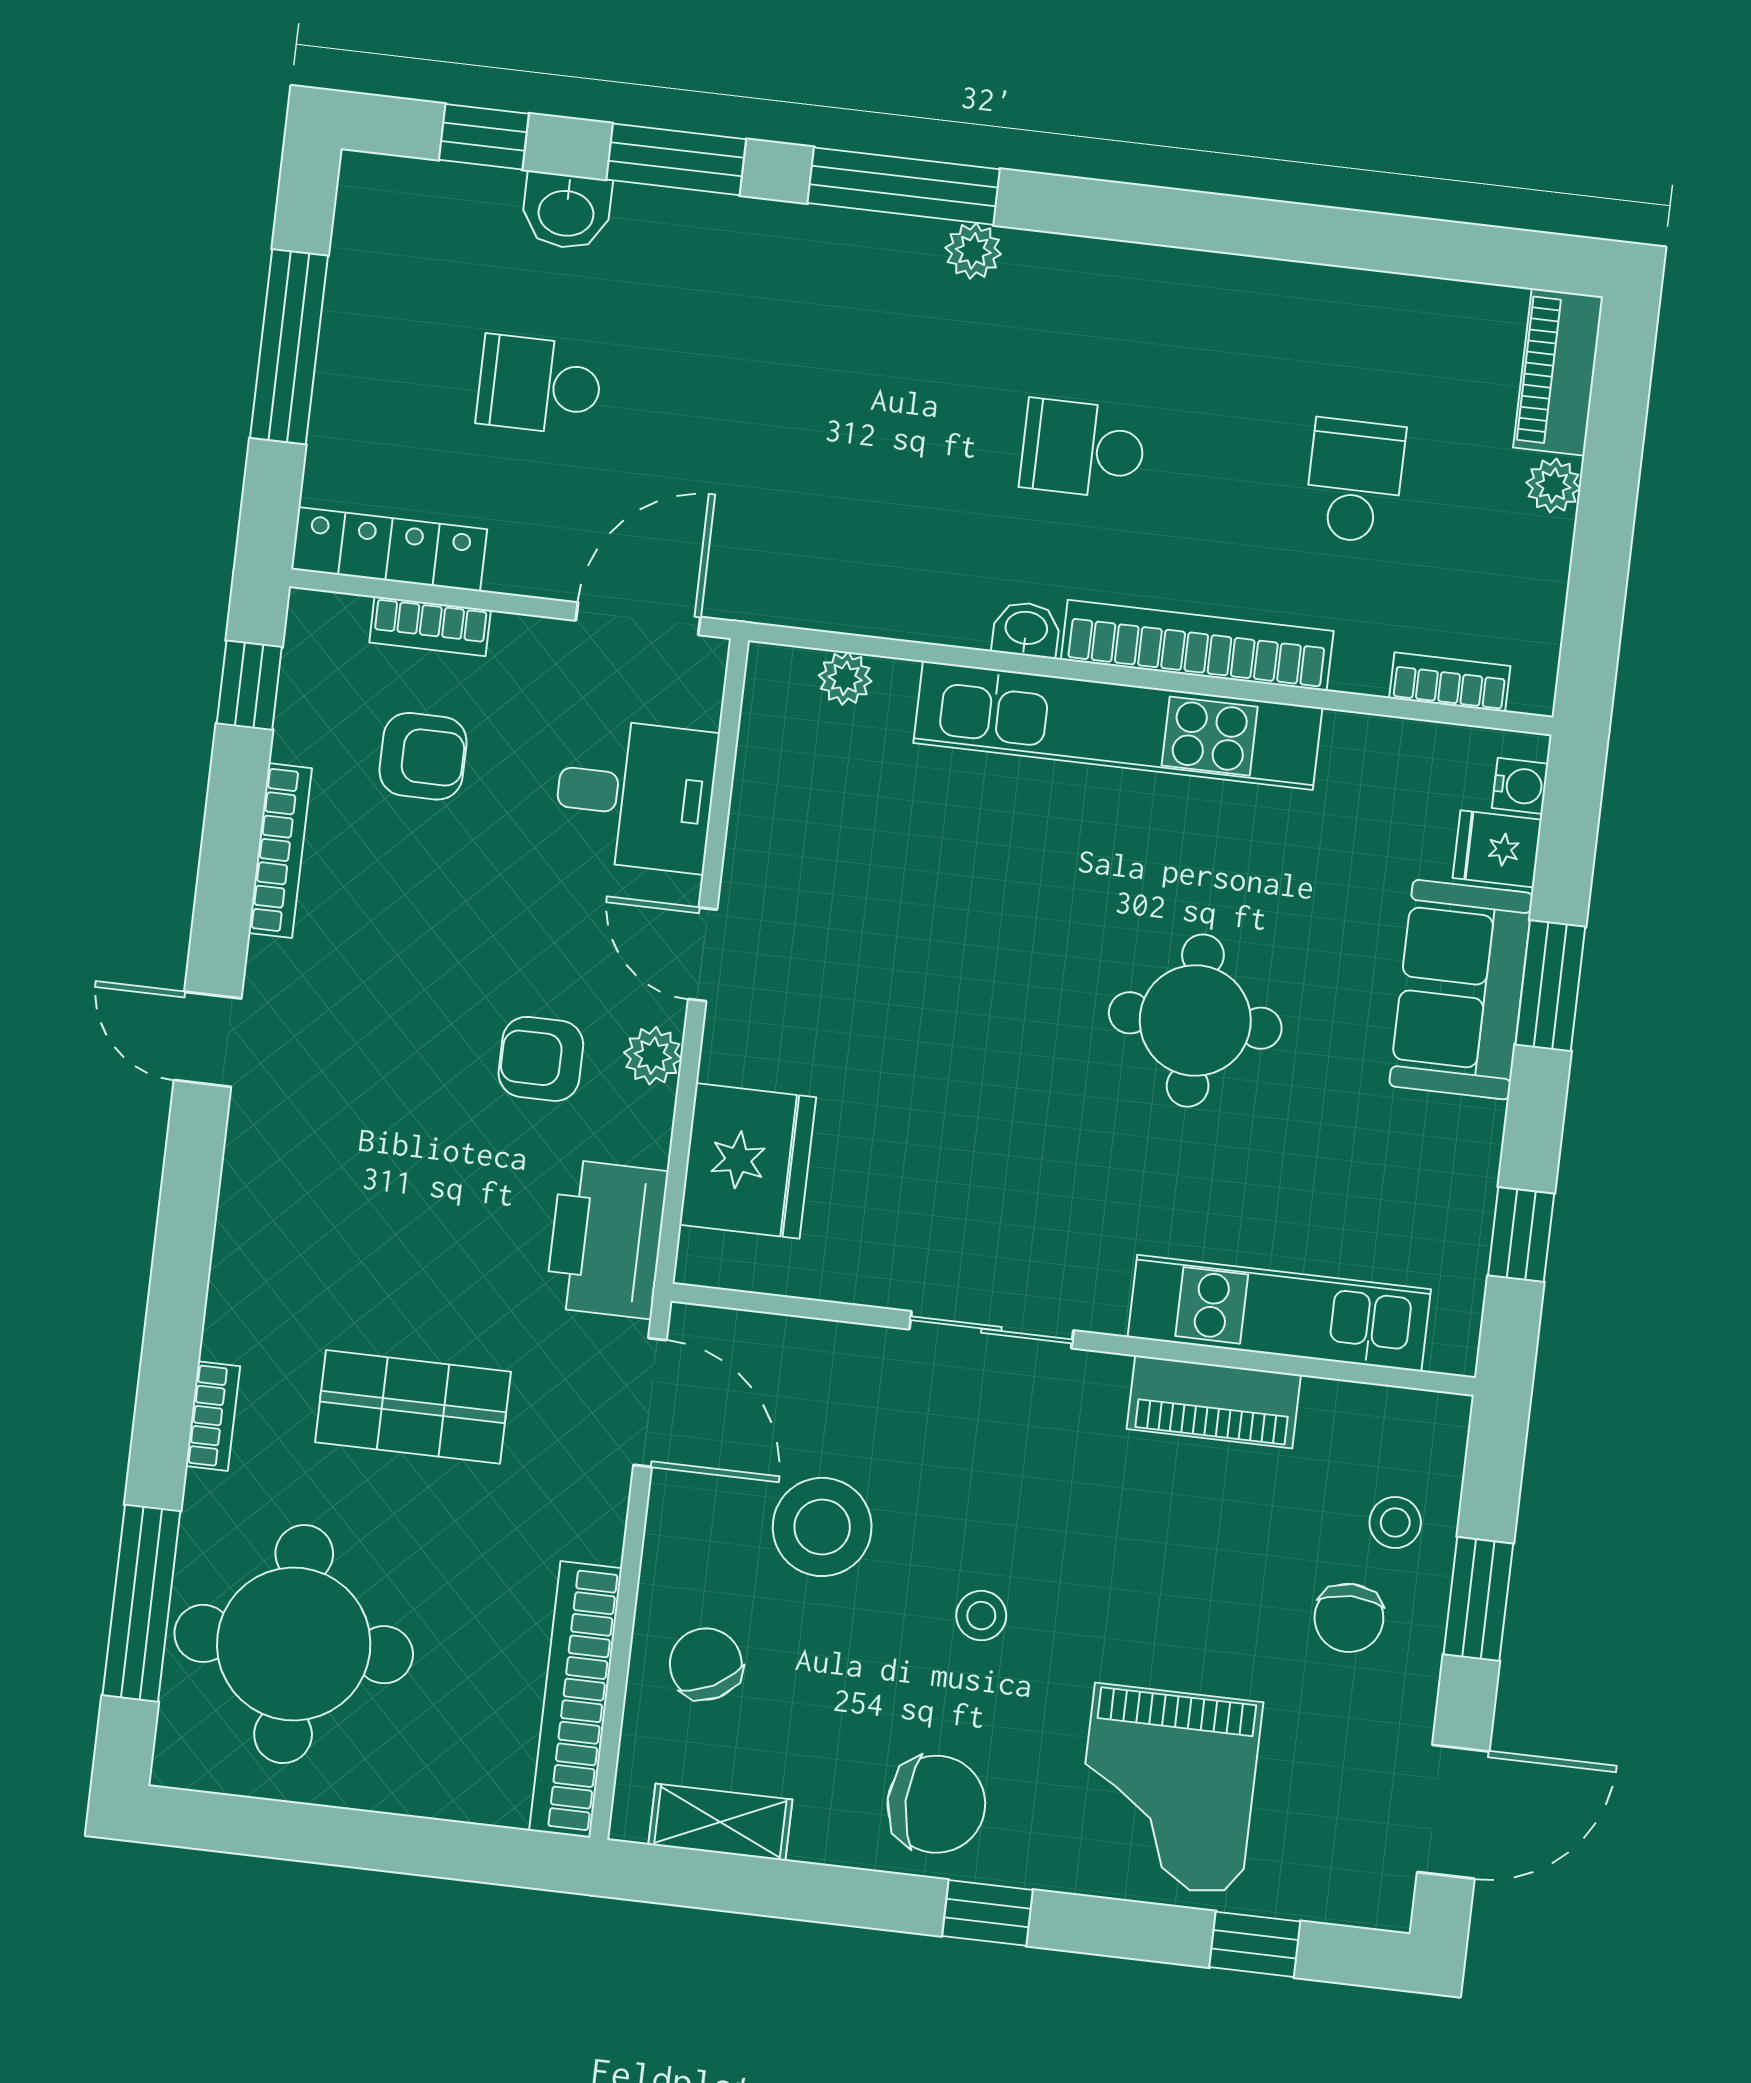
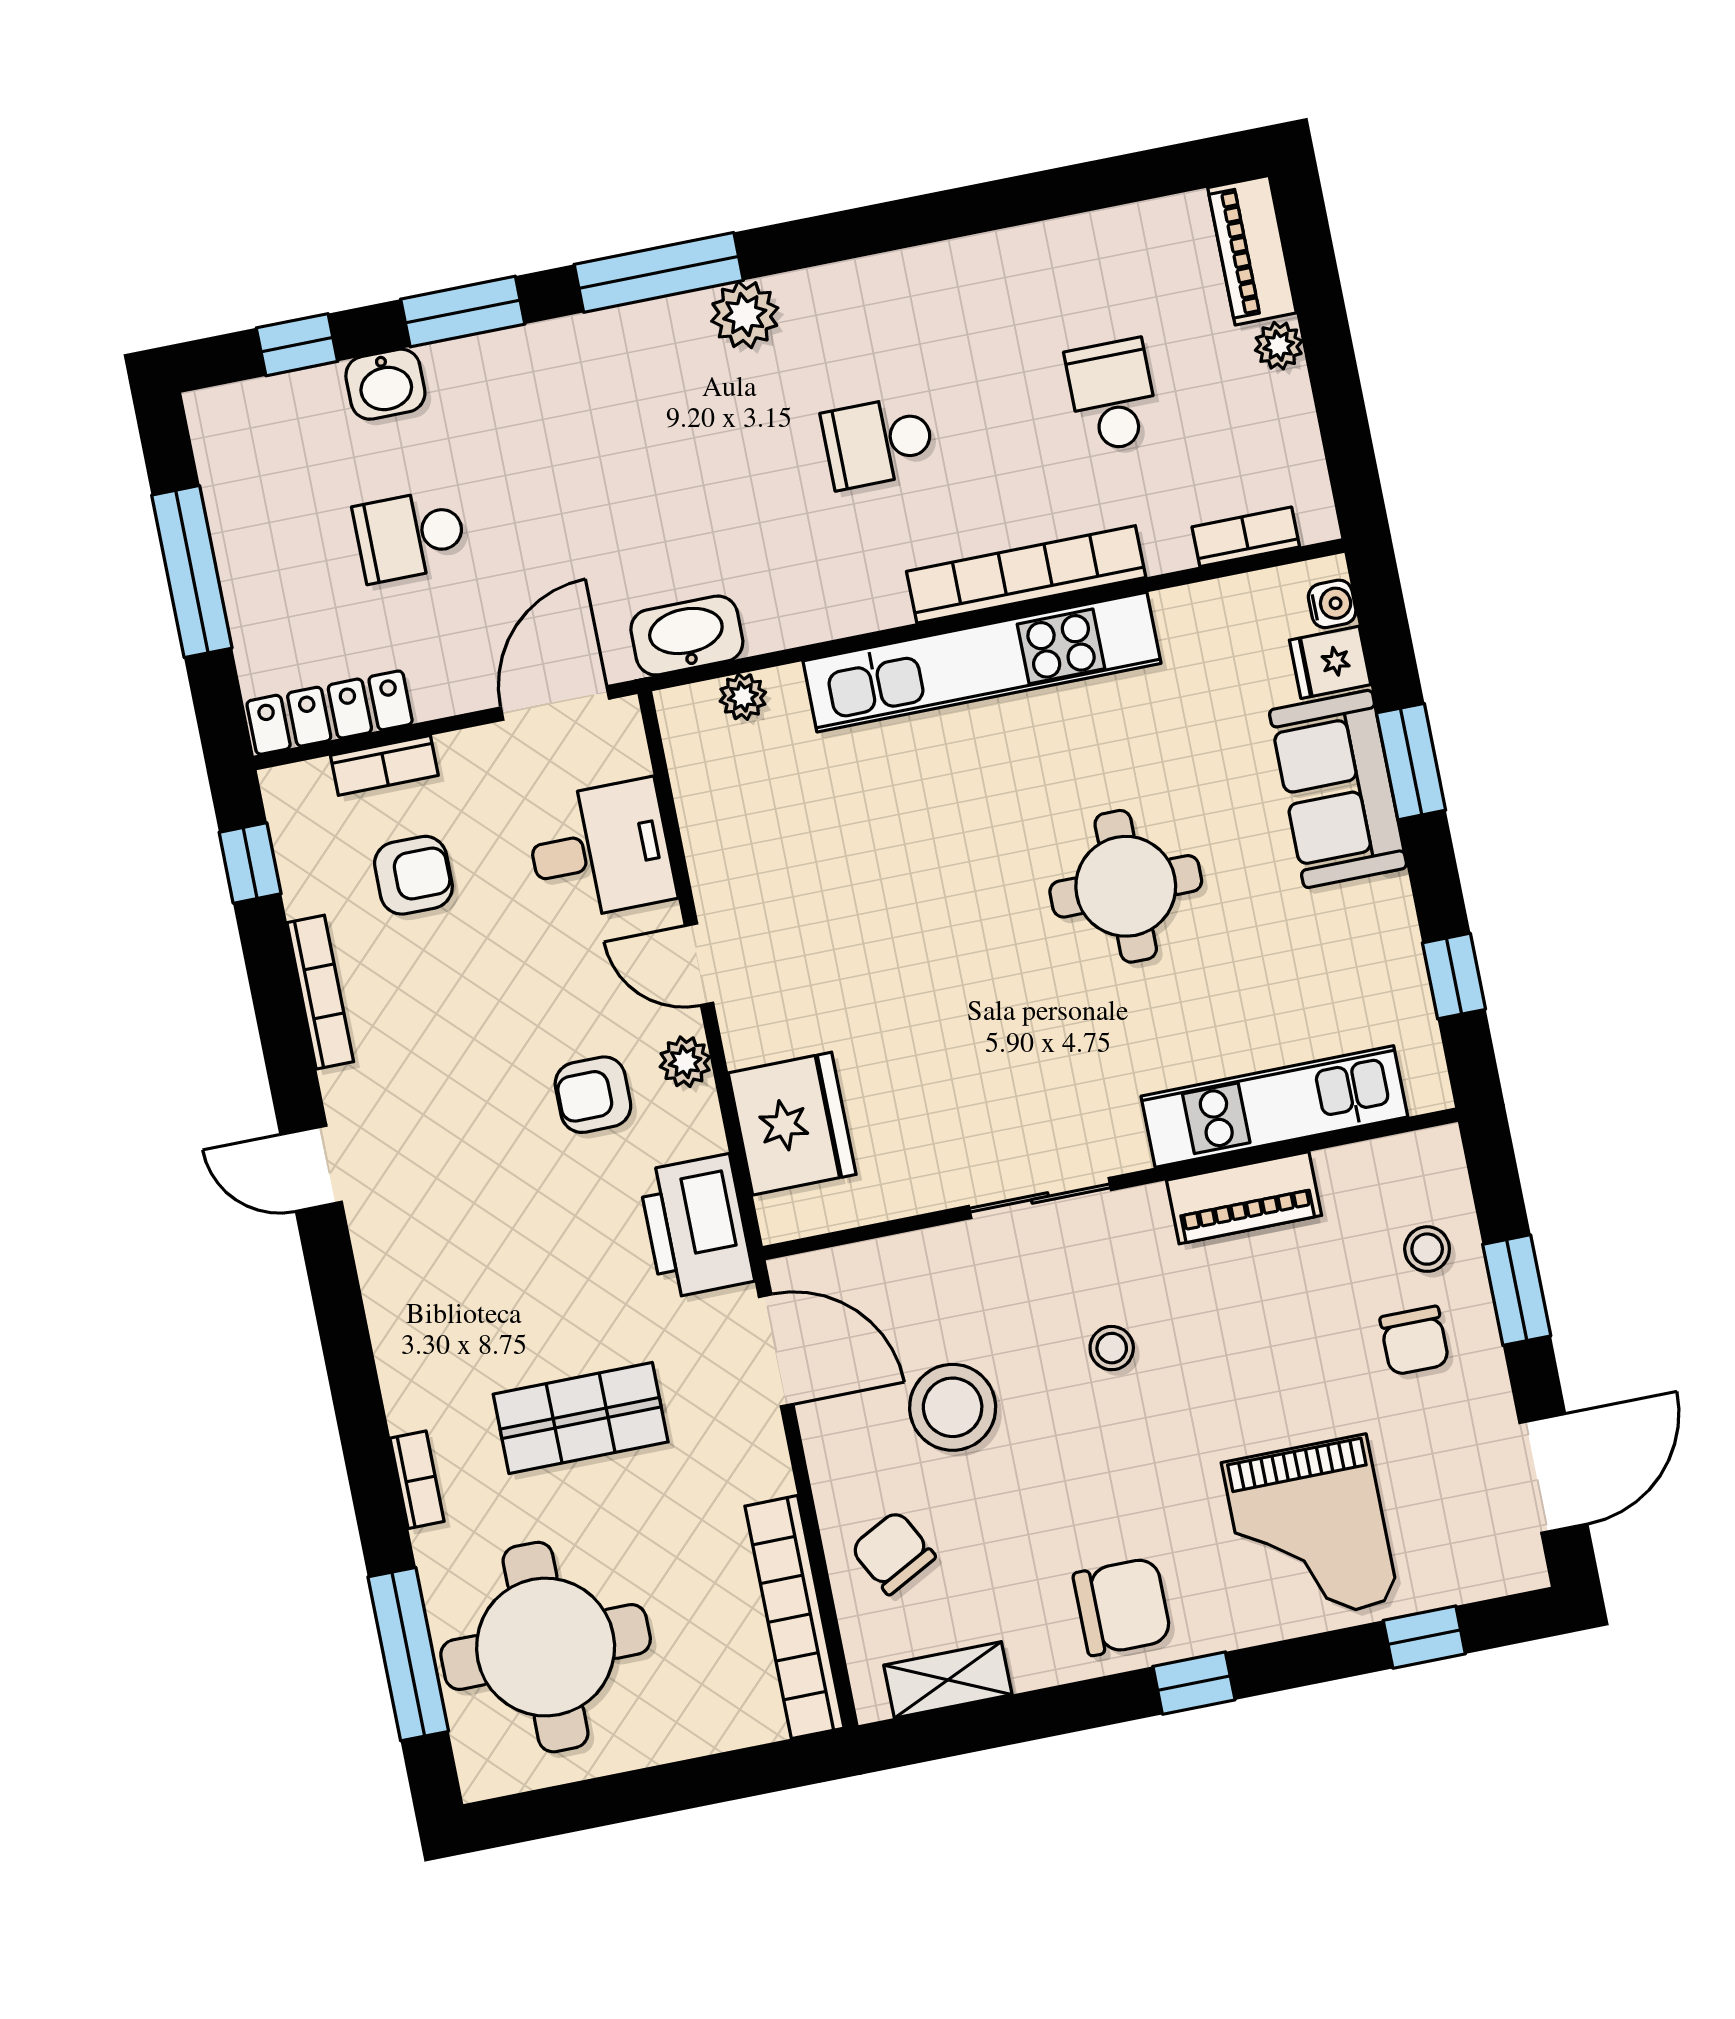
plant: (973, 251) -> (745, 315), width x1.38, depth x1.38
washbasin: (1026, 629) -> (687, 636), moved, width x1.91, depth x1.45
stool: (981, 1616) -> (1112, 1348), moved

